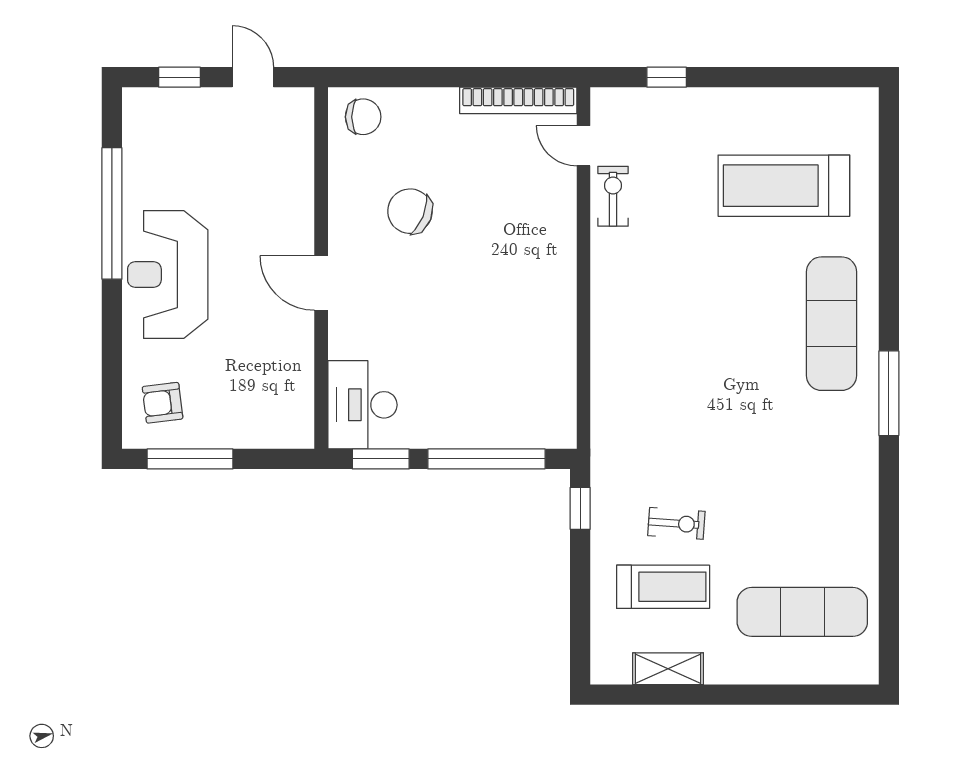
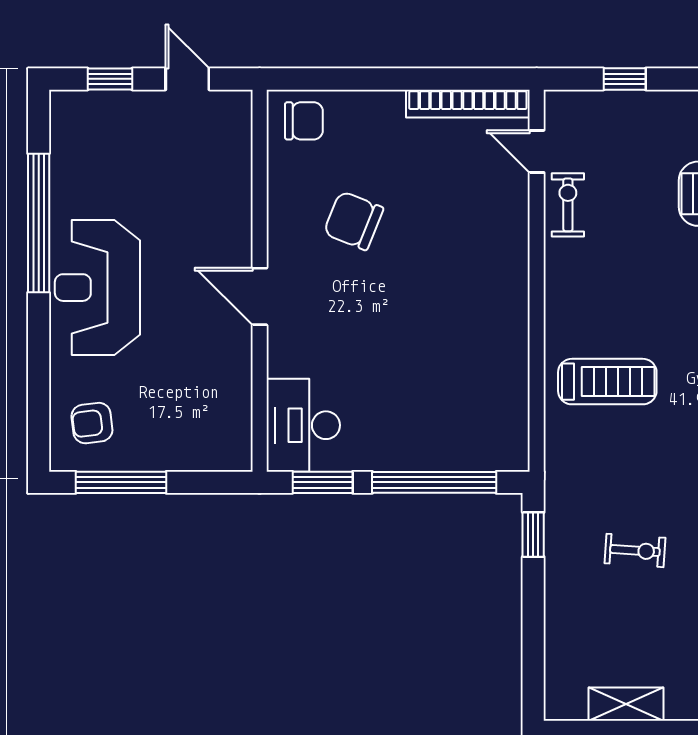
treadmill: (663, 587) -> (607, 382), moved

